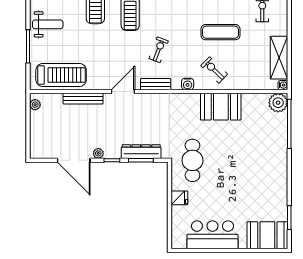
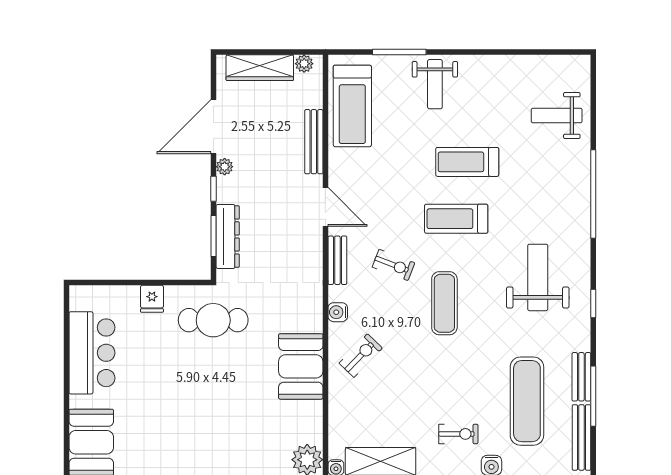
exercise mat: (221, 32) -> (444, 303), moved
wardrobe: (38, 132) -> (260, 68), added

